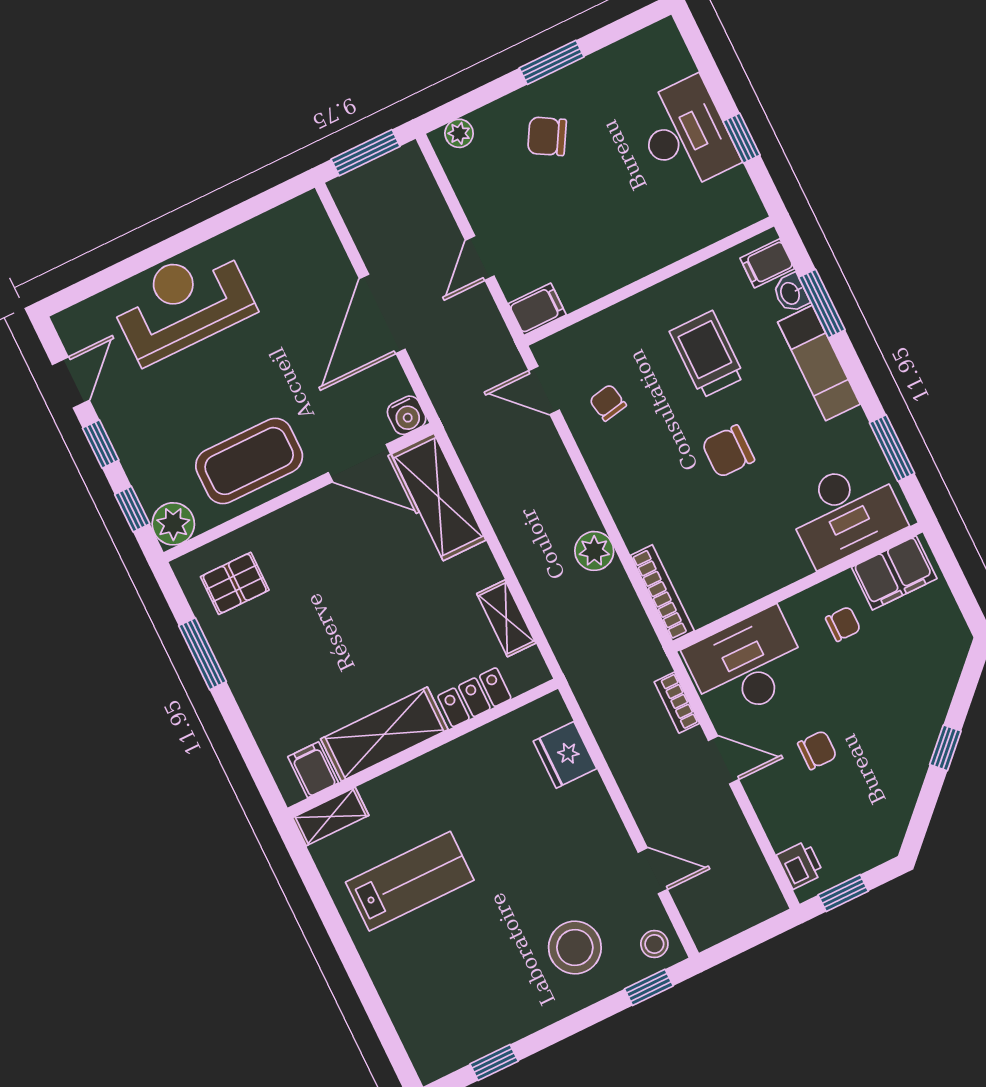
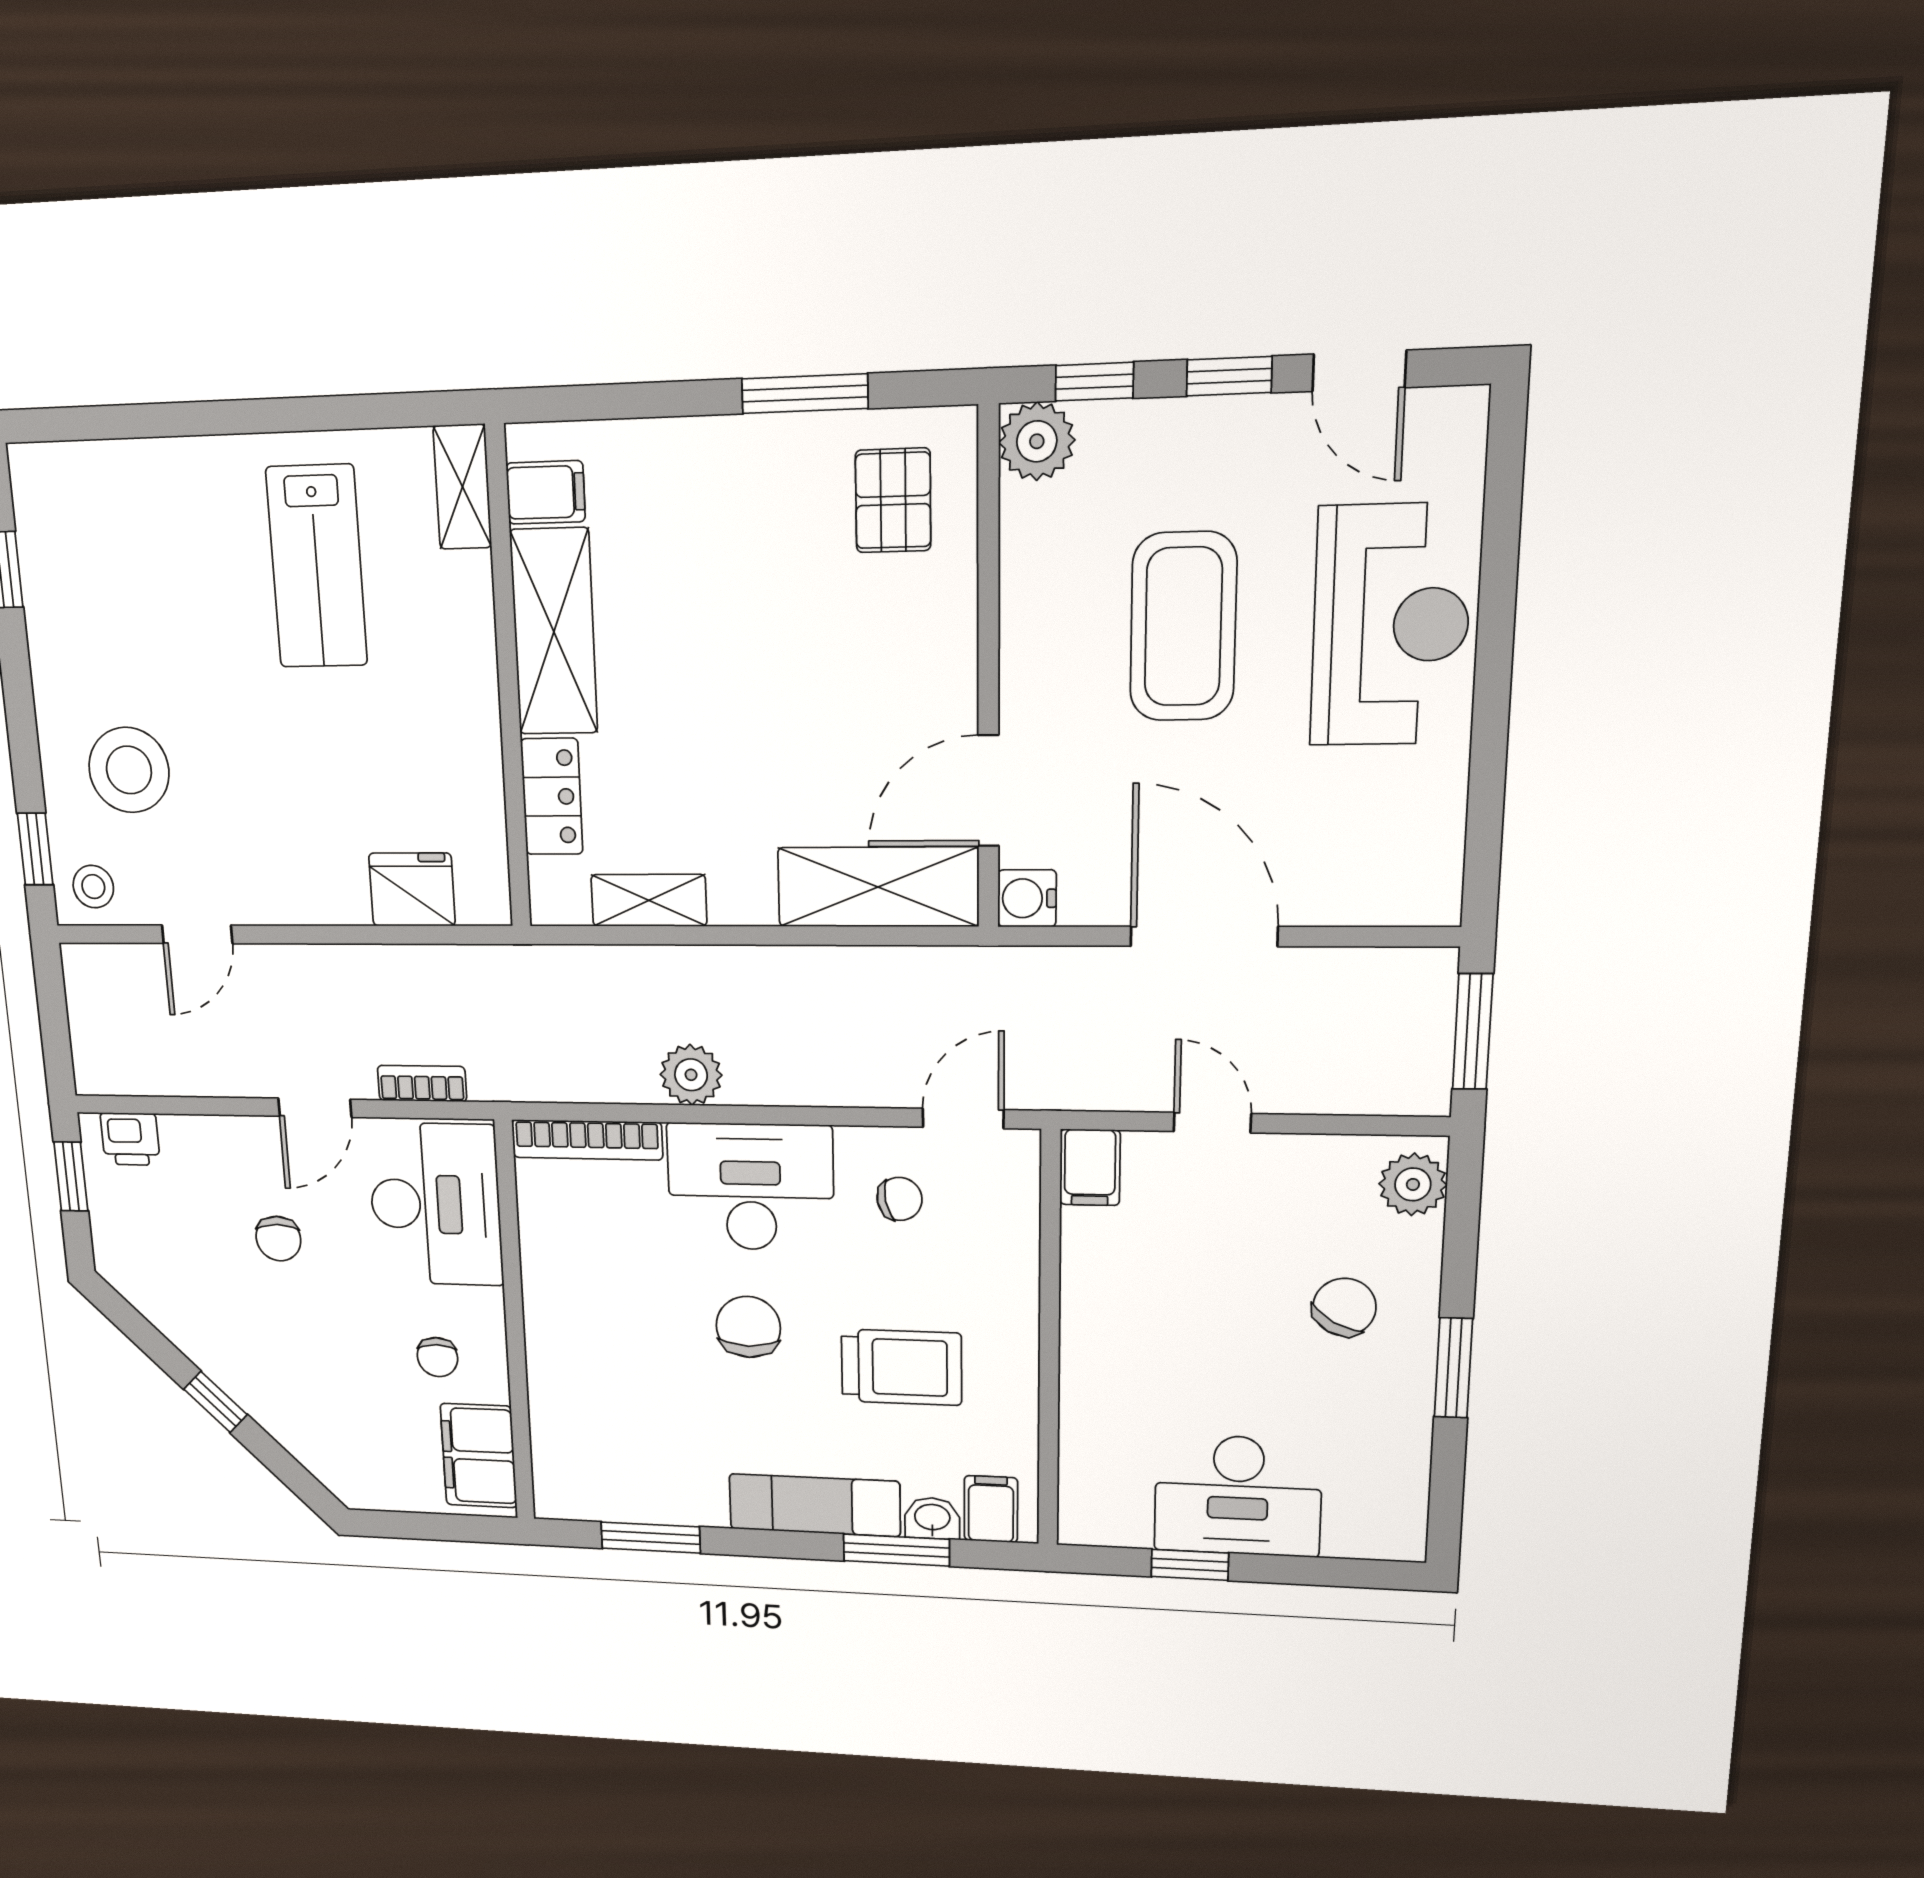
plant: (459, 133) -> (1413, 1184), width x1.38, depth x1.38
coffee table: (249, 461) -> (1183, 627), moved
desk: (845, 512) -> (751, 1187), moved, turned 90

